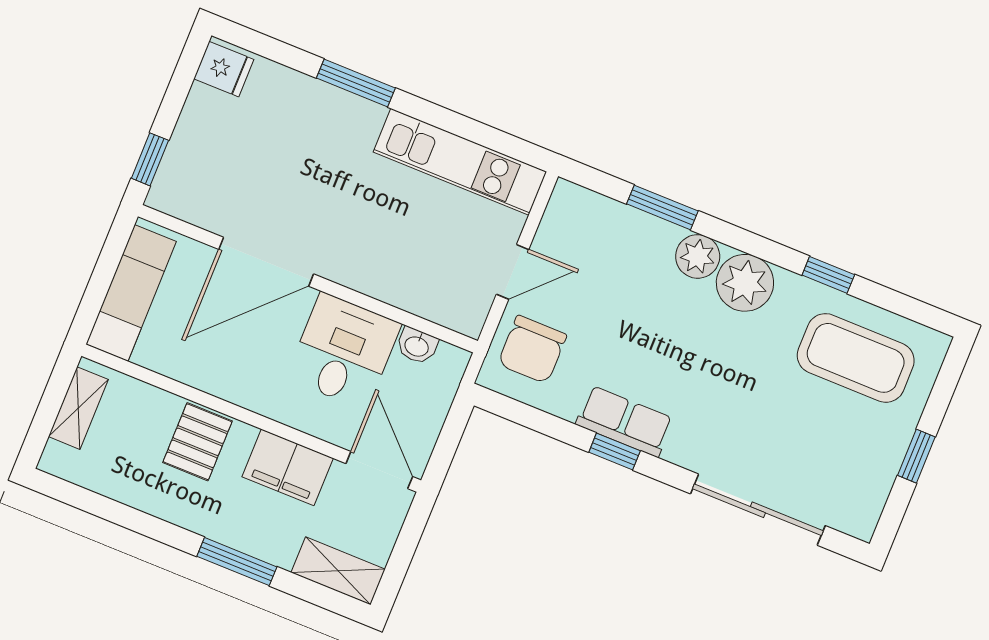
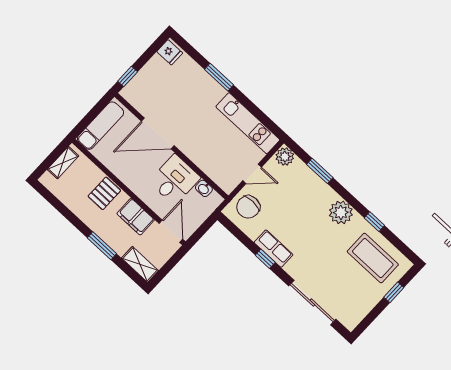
plant: (698, 256) -> (285, 157), moved
window: (916, 456) -> (394, 292), moved

